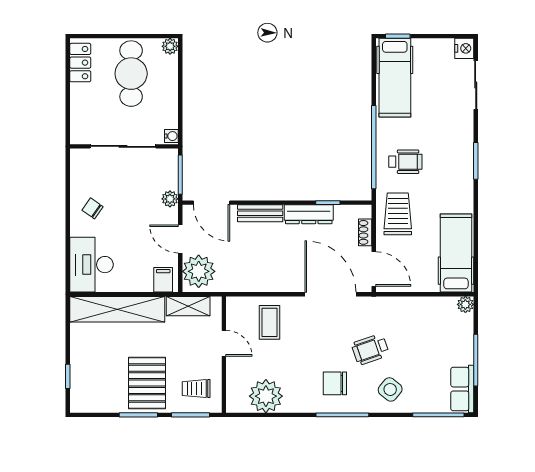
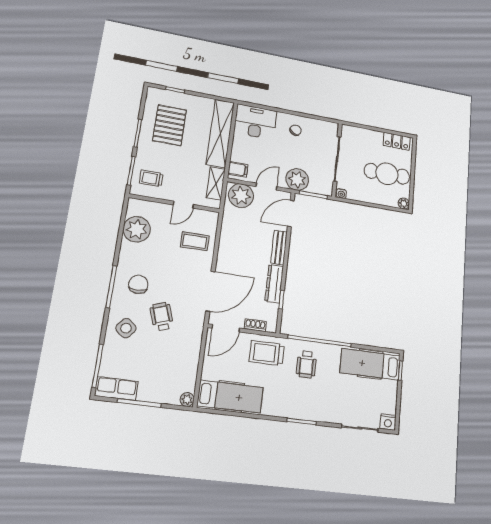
plant: (170, 199) -> (297, 179), width x1.87, depth x1.87
trolley: (398, 214) -> (267, 353), turned 180
pallet: (147, 383) -> (170, 125), moved, turned 90
trolley: (196, 389) -> (151, 178), turned -90

